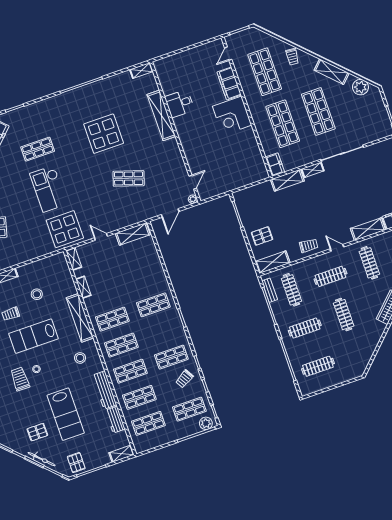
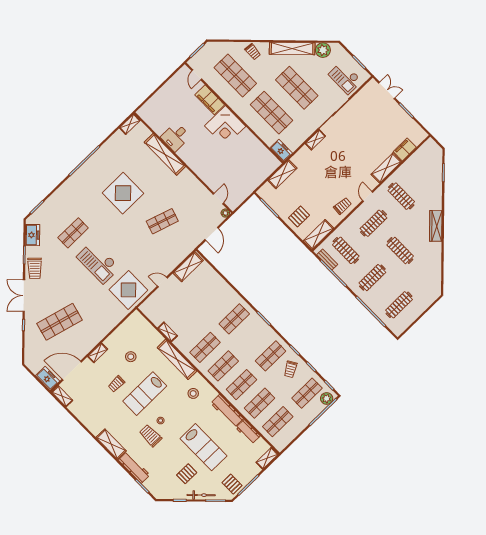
shelving: (332, 72) -> (292, 49), width x1.47
checkout: (369, 124) -> (345, 78), added
shelving: (287, 180) -> (282, 174), moved
door: (337, 248) -> (368, 196), hinge flipped
shelving: (74, 259) -> (148, 312), removed

